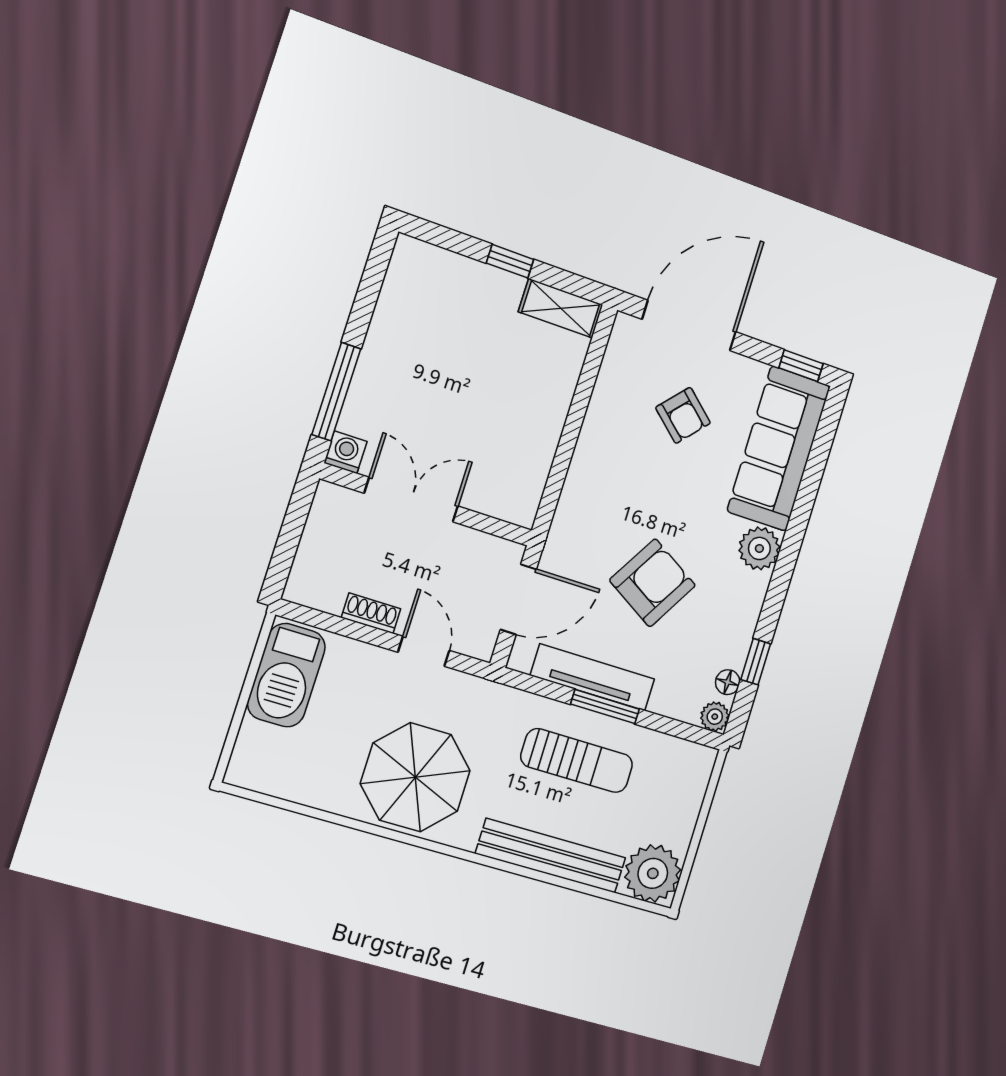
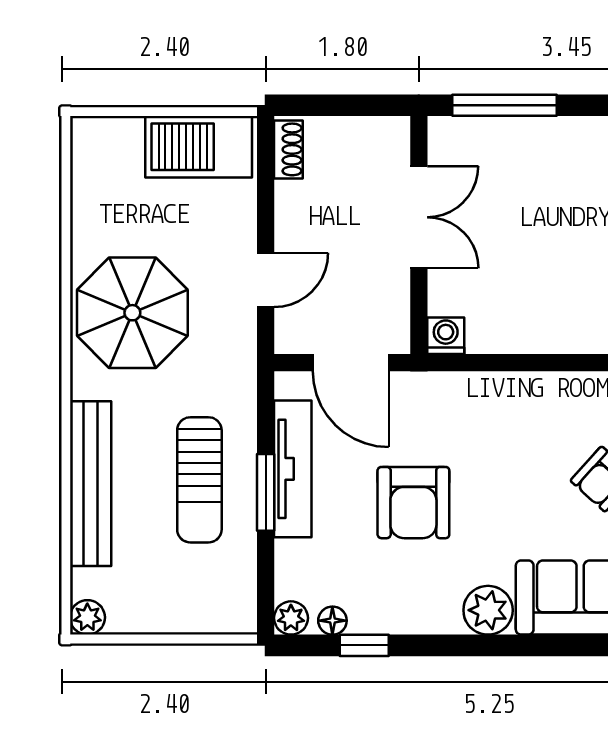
washing machine: (346, 452) -> (446, 336), moved, turned -90
armchair: (653, 583) -> (413, 503), turned 59
shoe rack: (371, 613) -> (288, 149), moved
plant: (653, 873) -> (87, 617), width x0.53, depth x0.53

